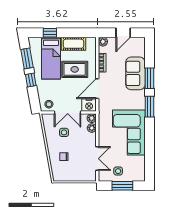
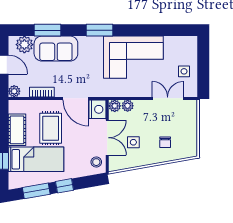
plant: (139, 49) -> (24, 45), added
window: (149, 78) -> (47, 30), moved
window: (122, 186) -> (203, 66), removed

